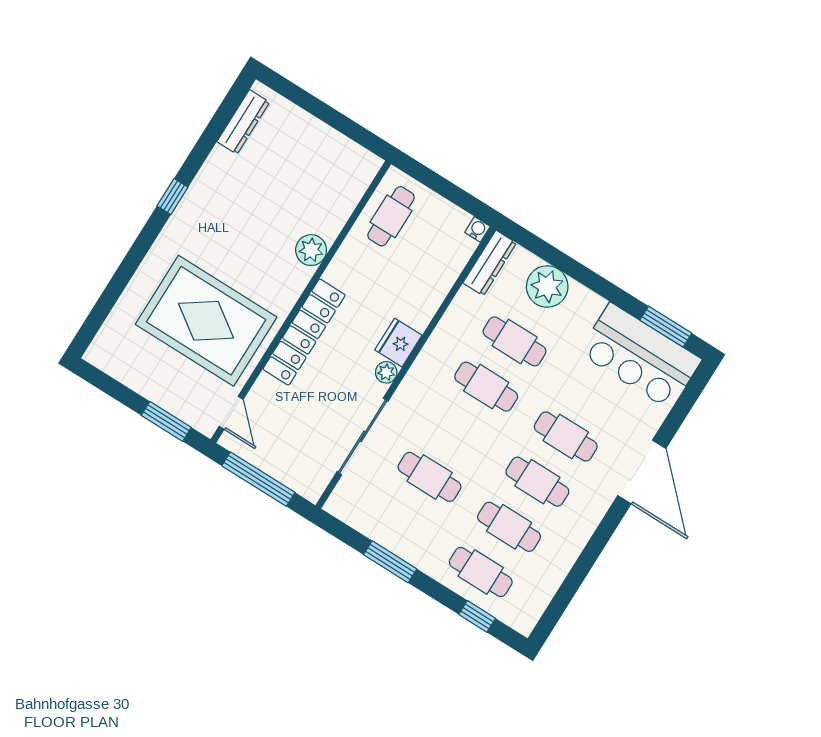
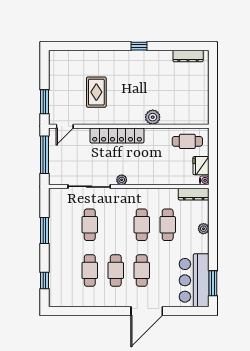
plant: (547, 286) -> (203, 229), width x0.53, depth x0.53
rug: (206, 321) -> (96, 92), width x0.54, depth x0.49
fridge: (398, 343) -> (201, 166), moved, turned -90
cafe table: (481, 572) -> (64, 270), removed

